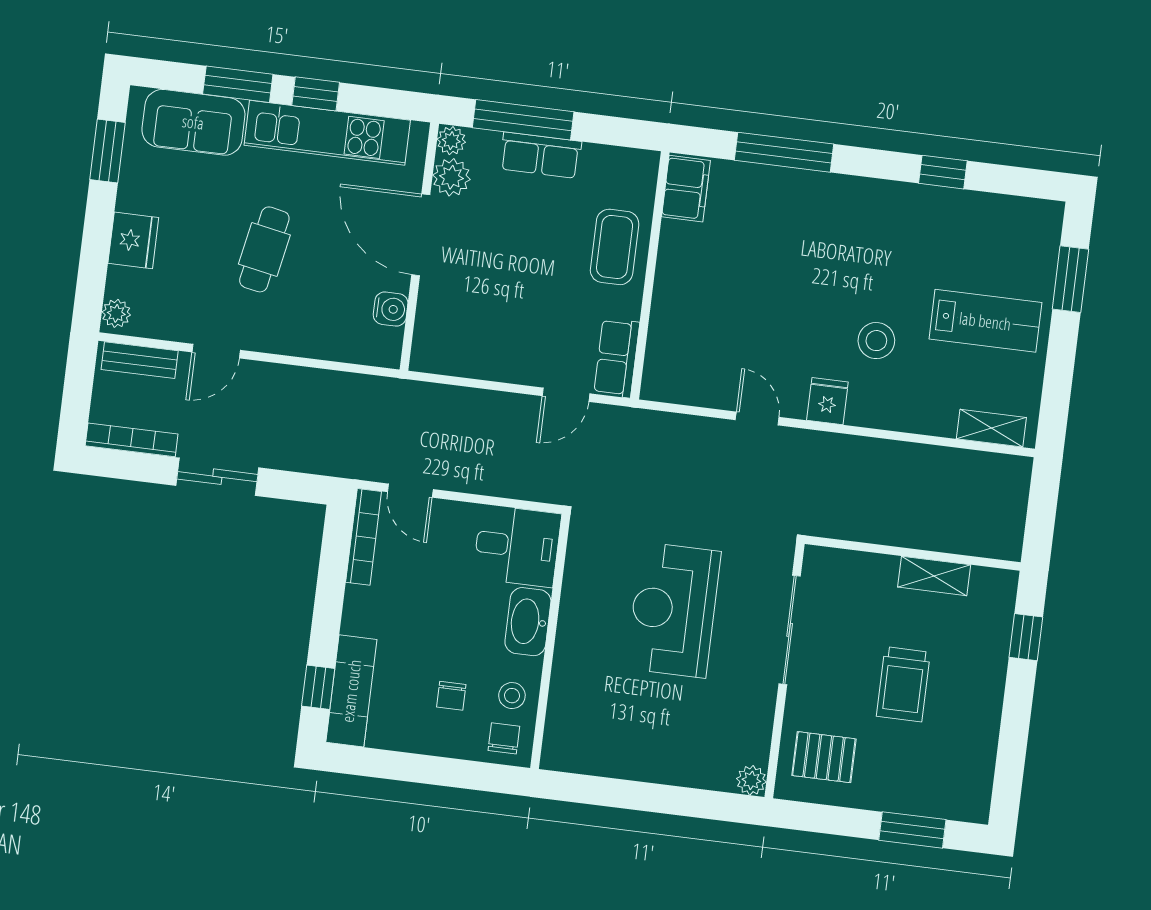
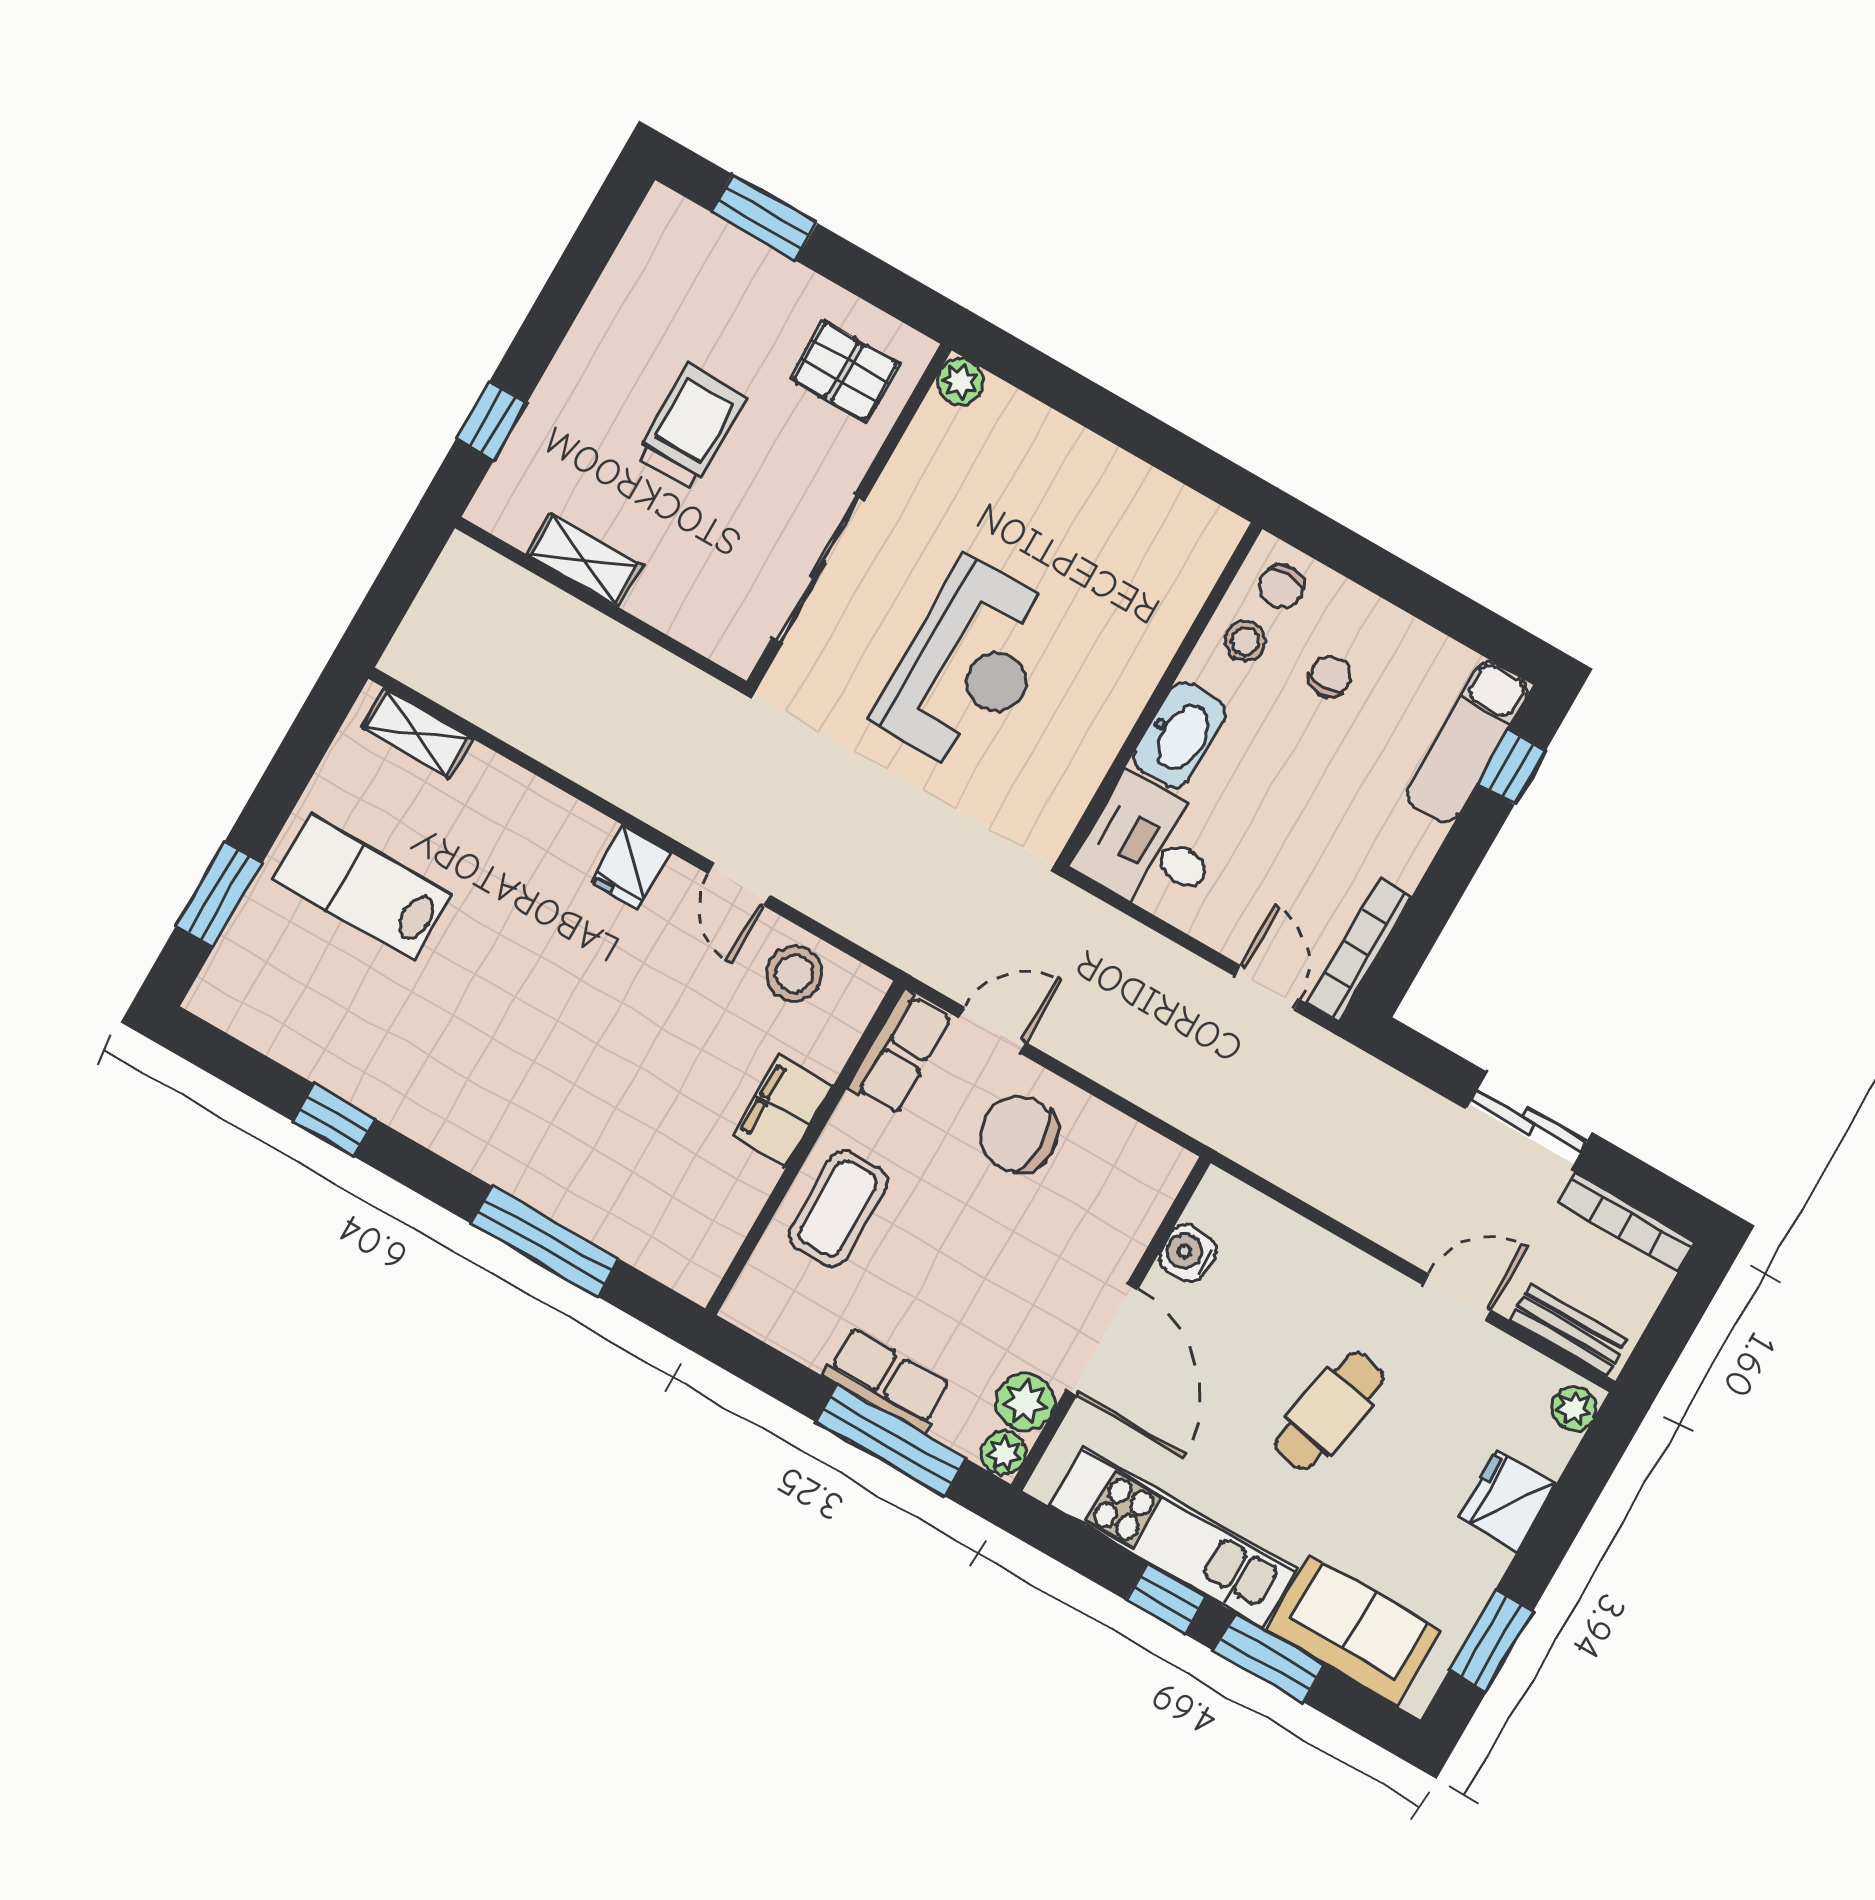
filing cabinet: (686, 189) -> (783, 1110), moved
chair: (523, 338) -> (1019, 1134), added
stool: (876, 341) -> (794, 974), moved

